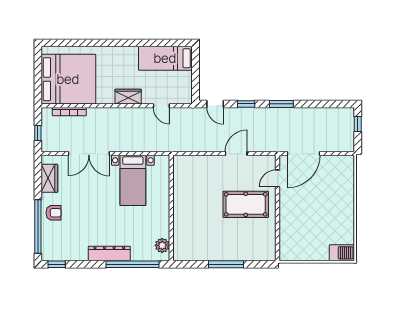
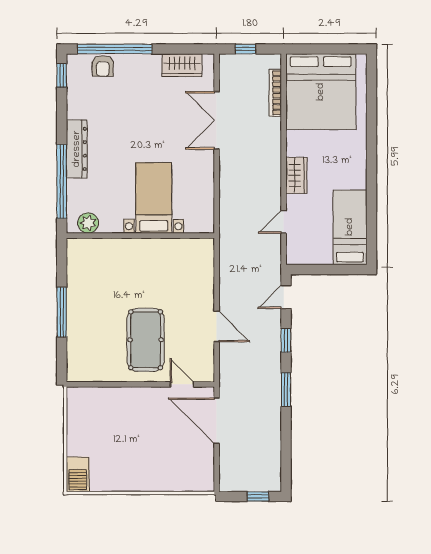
bed with nightstands: (133, 180) -> (154, 198), moved, turned 90
armchair: (54, 213) -> (103, 66), moved

